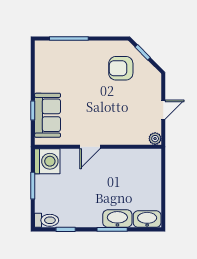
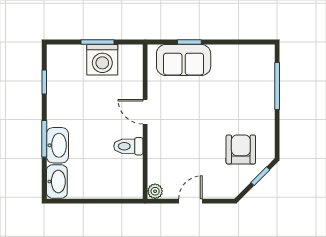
door: (163, 110) -> (190, 201), swing flipped
washing machine: (47, 161) -> (102, 60), moved
toilet: (47, 220) -> (128, 146), moved, turned 90

